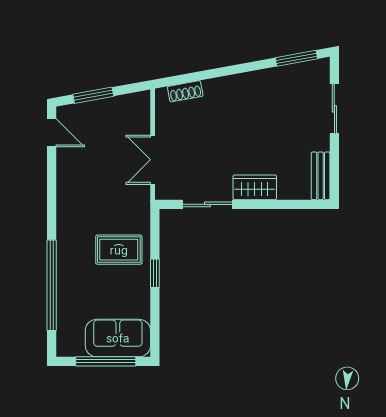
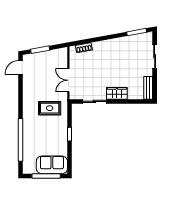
door: (52, 133) -> (20, 67), swing flipped
rug: (119, 250) -> (50, 108), moved

